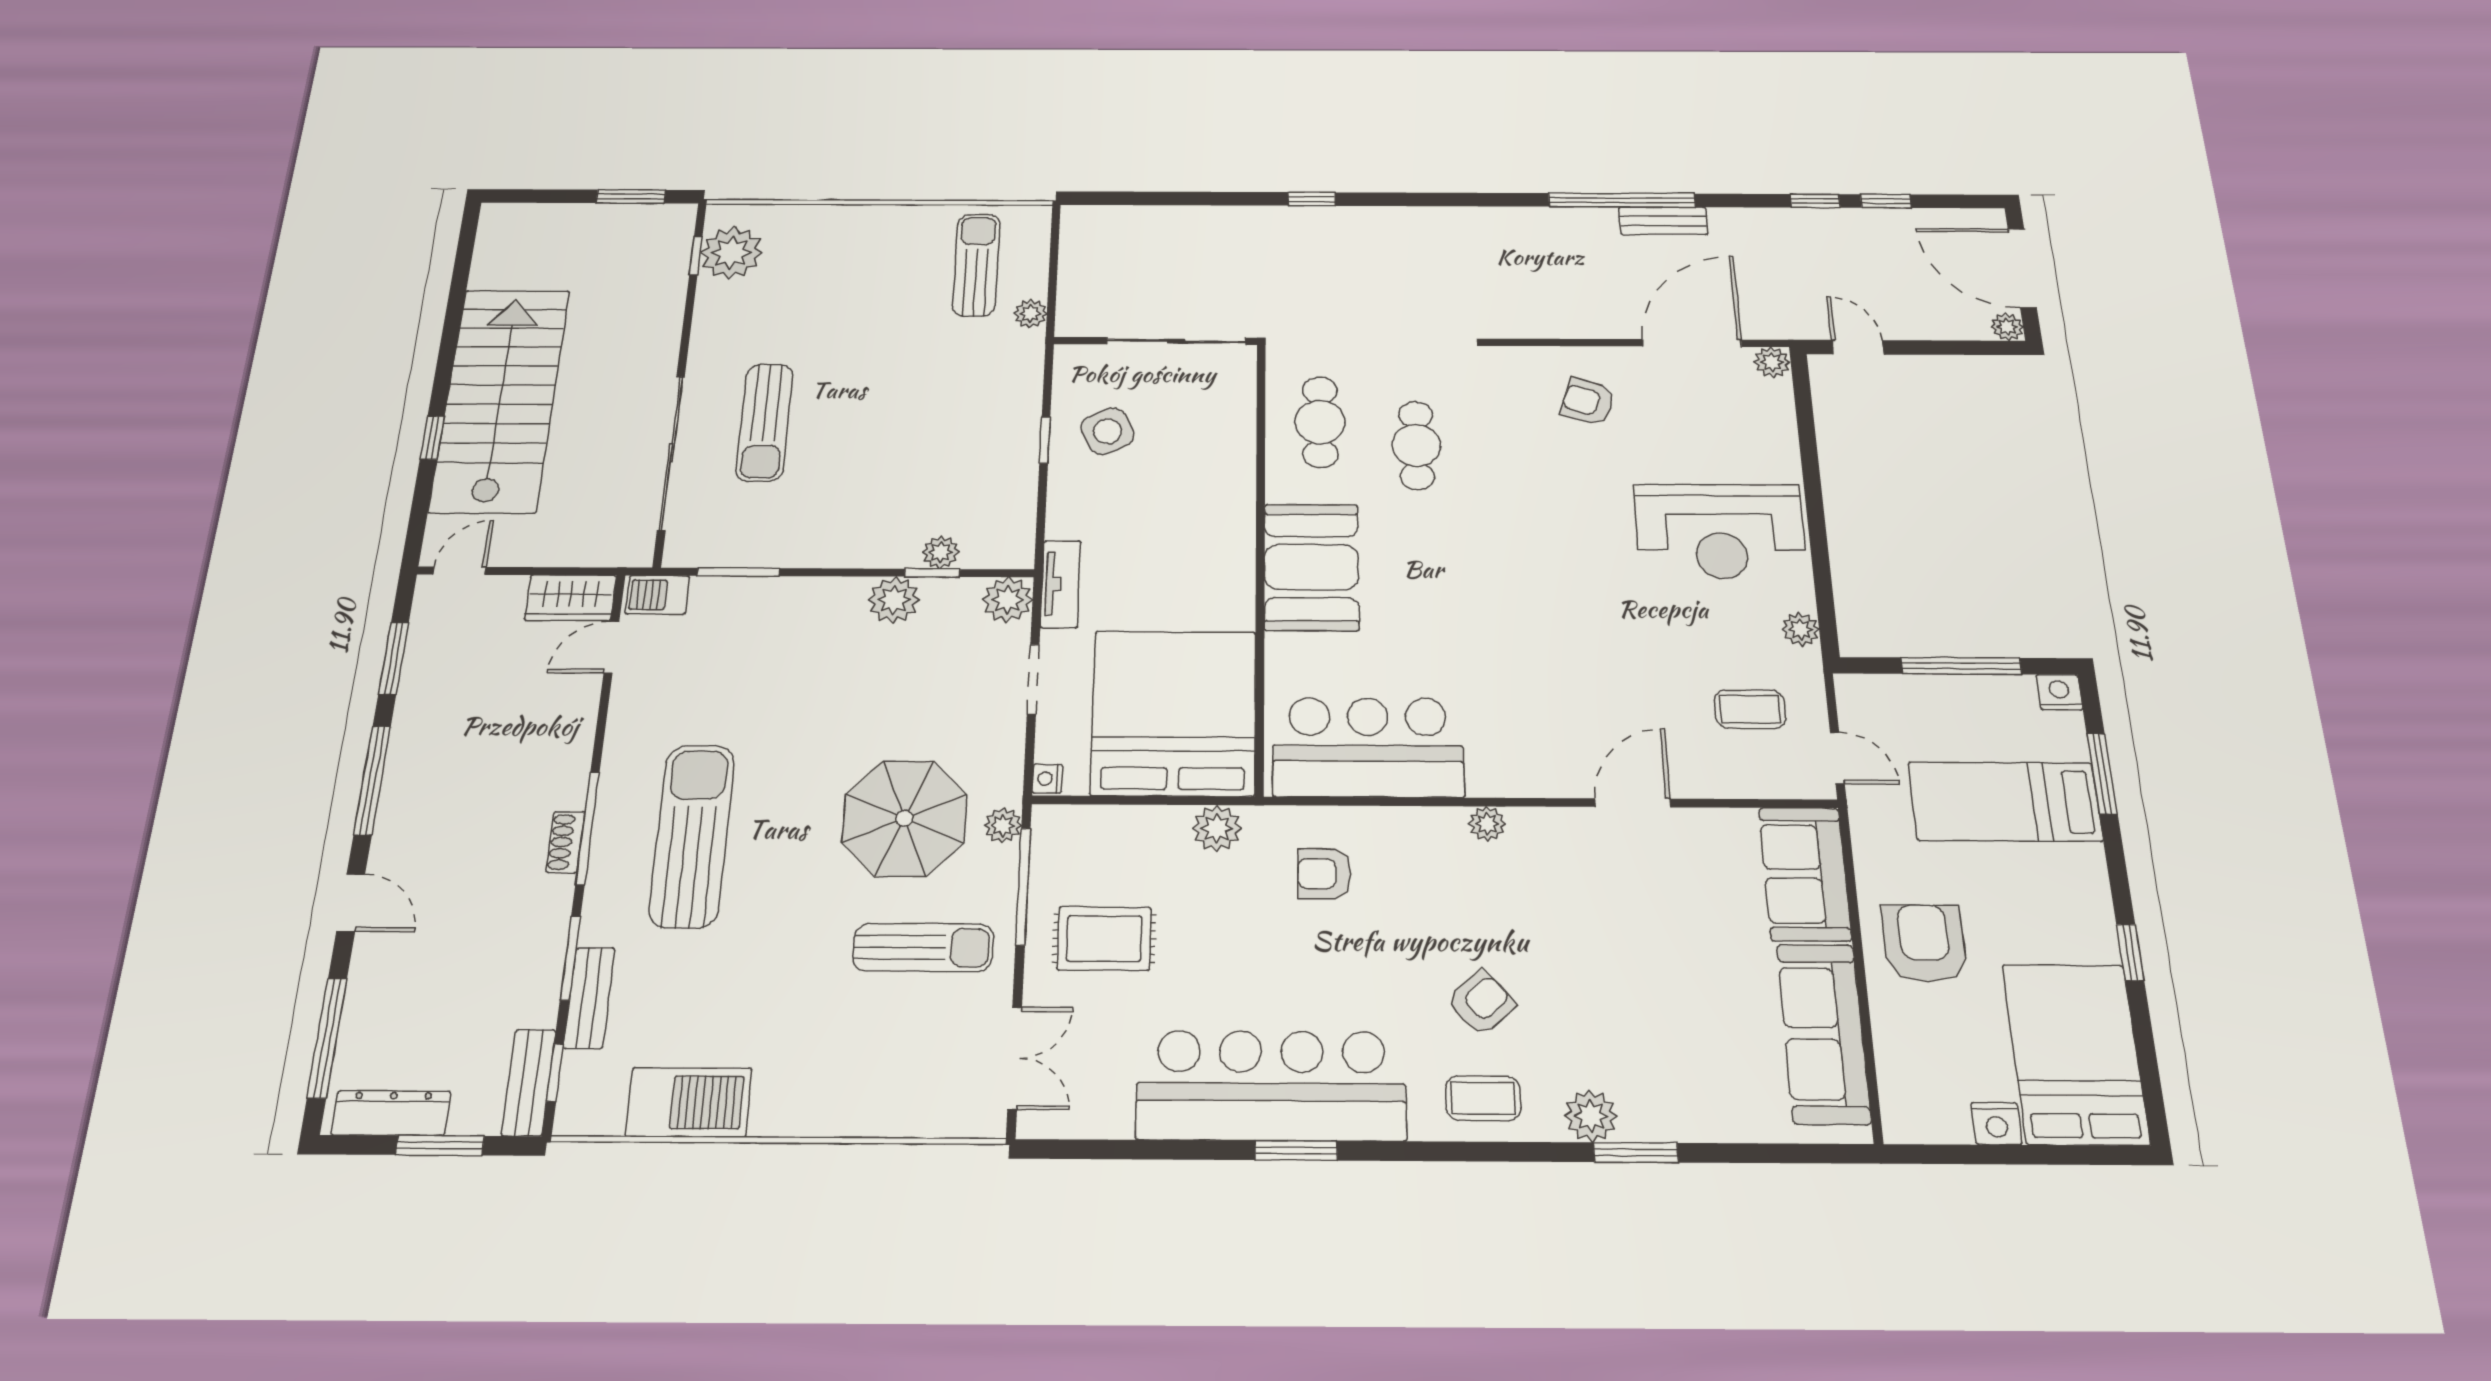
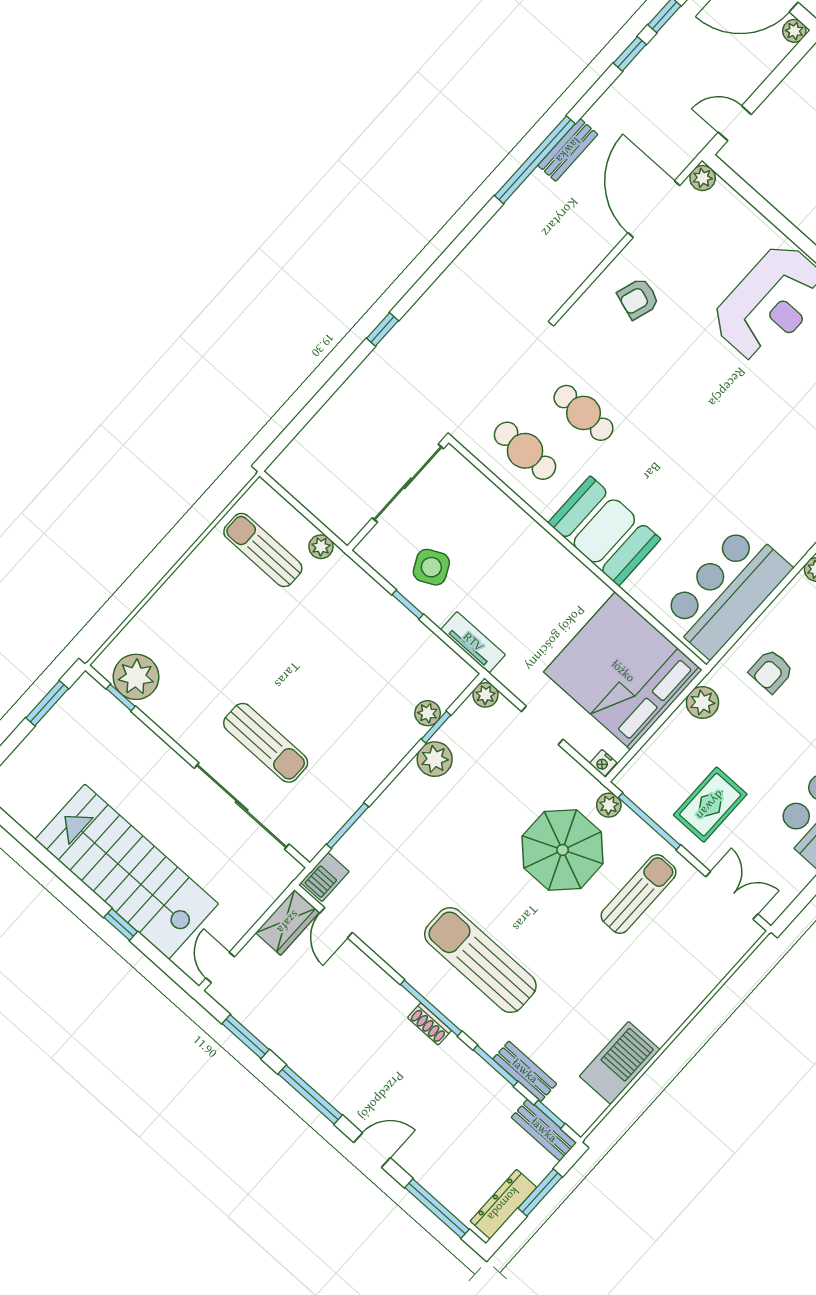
tv unit: (1061, 584) -> (473, 642), moved
plant: (1008, 600) -> (485, 695), width x0.73, depth x0.73

